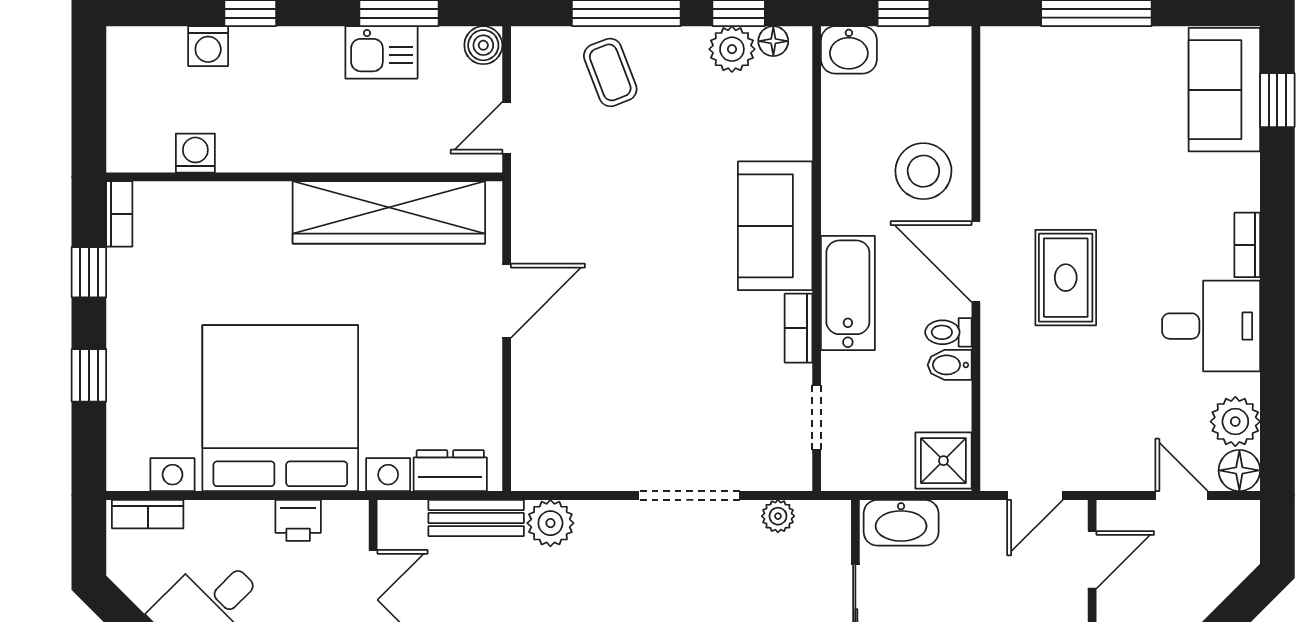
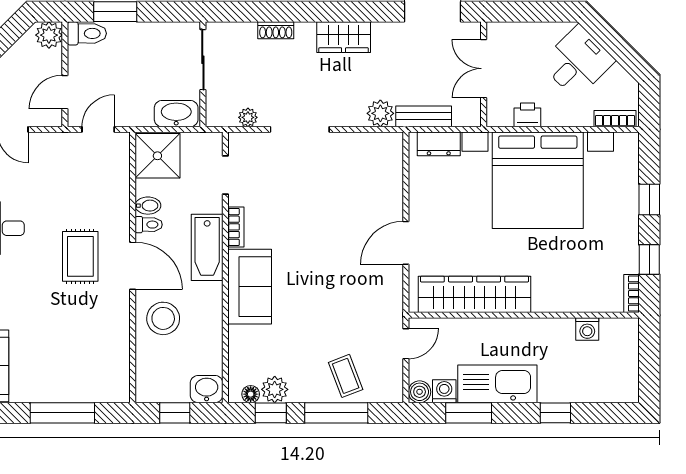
washing machine: (208, 46) -> (444, 391), moved
kitchen sink: (381, 52) -> (497, 384), width x1.88, depth x1.24
shower: (943, 461) -> (157, 156), width x1.36, depth x1.36

